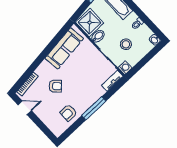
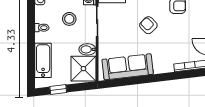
armchair: (55, 86) -> (148, 25), moved

